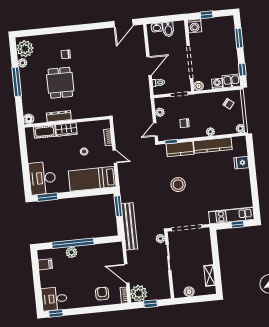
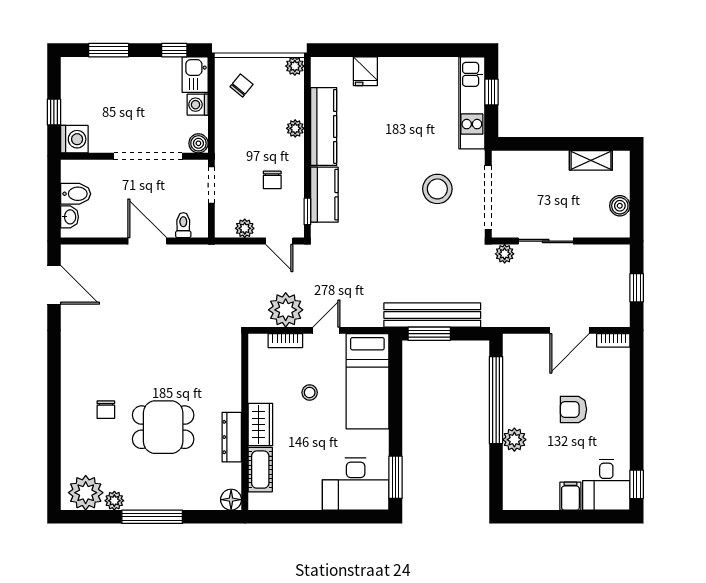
stool: (178, 185) -> (437, 189), moved
bench: (129, 226) -> (432, 315), moved
window: (73, 243) -> (496, 400), moved
filing cabinet: (45, 264) -> (570, 496), moved
plant: (139, 293) -> (286, 310), moved
armchair: (102, 294) -> (573, 409), moved

